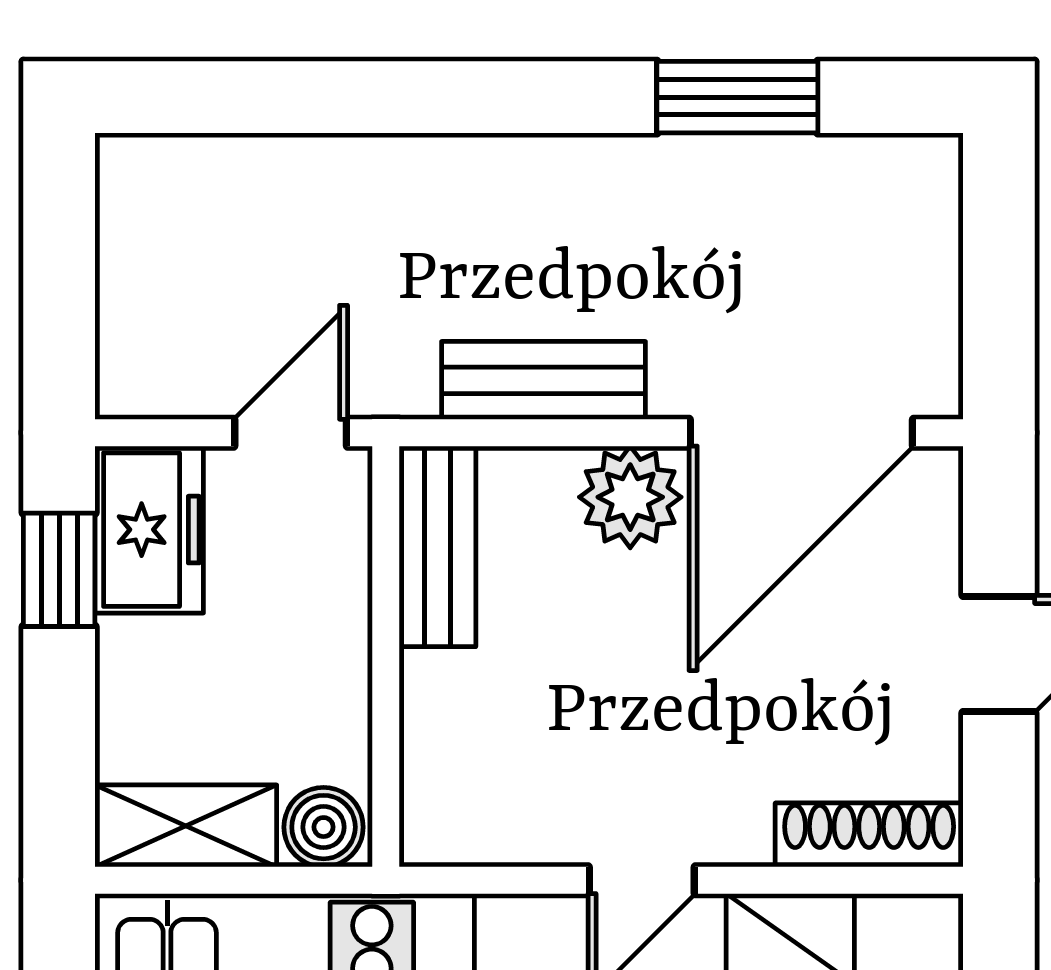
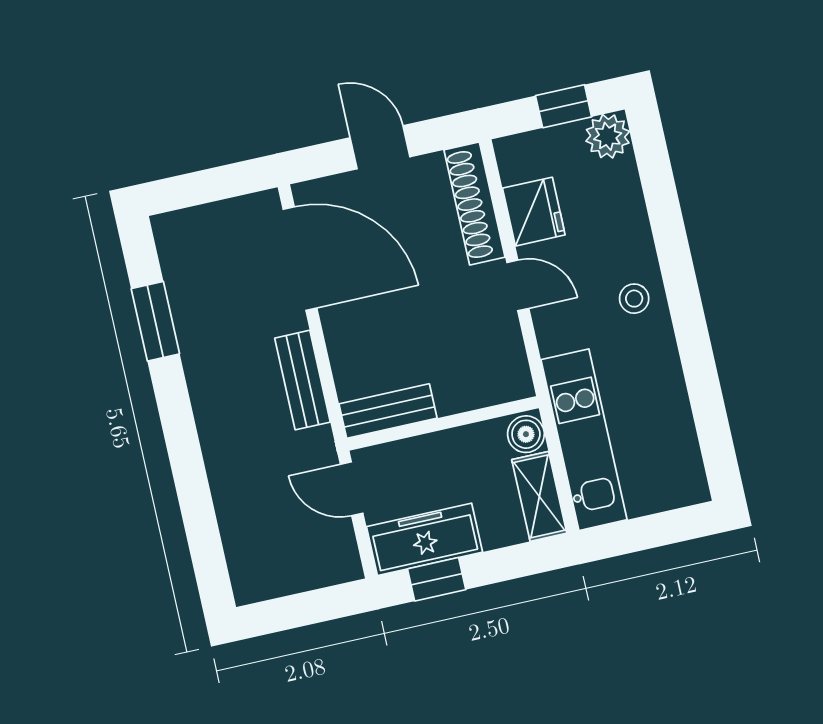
plant: (630, 497) -> (346, 329), removed
freezer: (149, 530) -> (425, 539), width x1.40
shoe rack: (869, 835) -> (475, 204), width x1.36, depth x1.24

